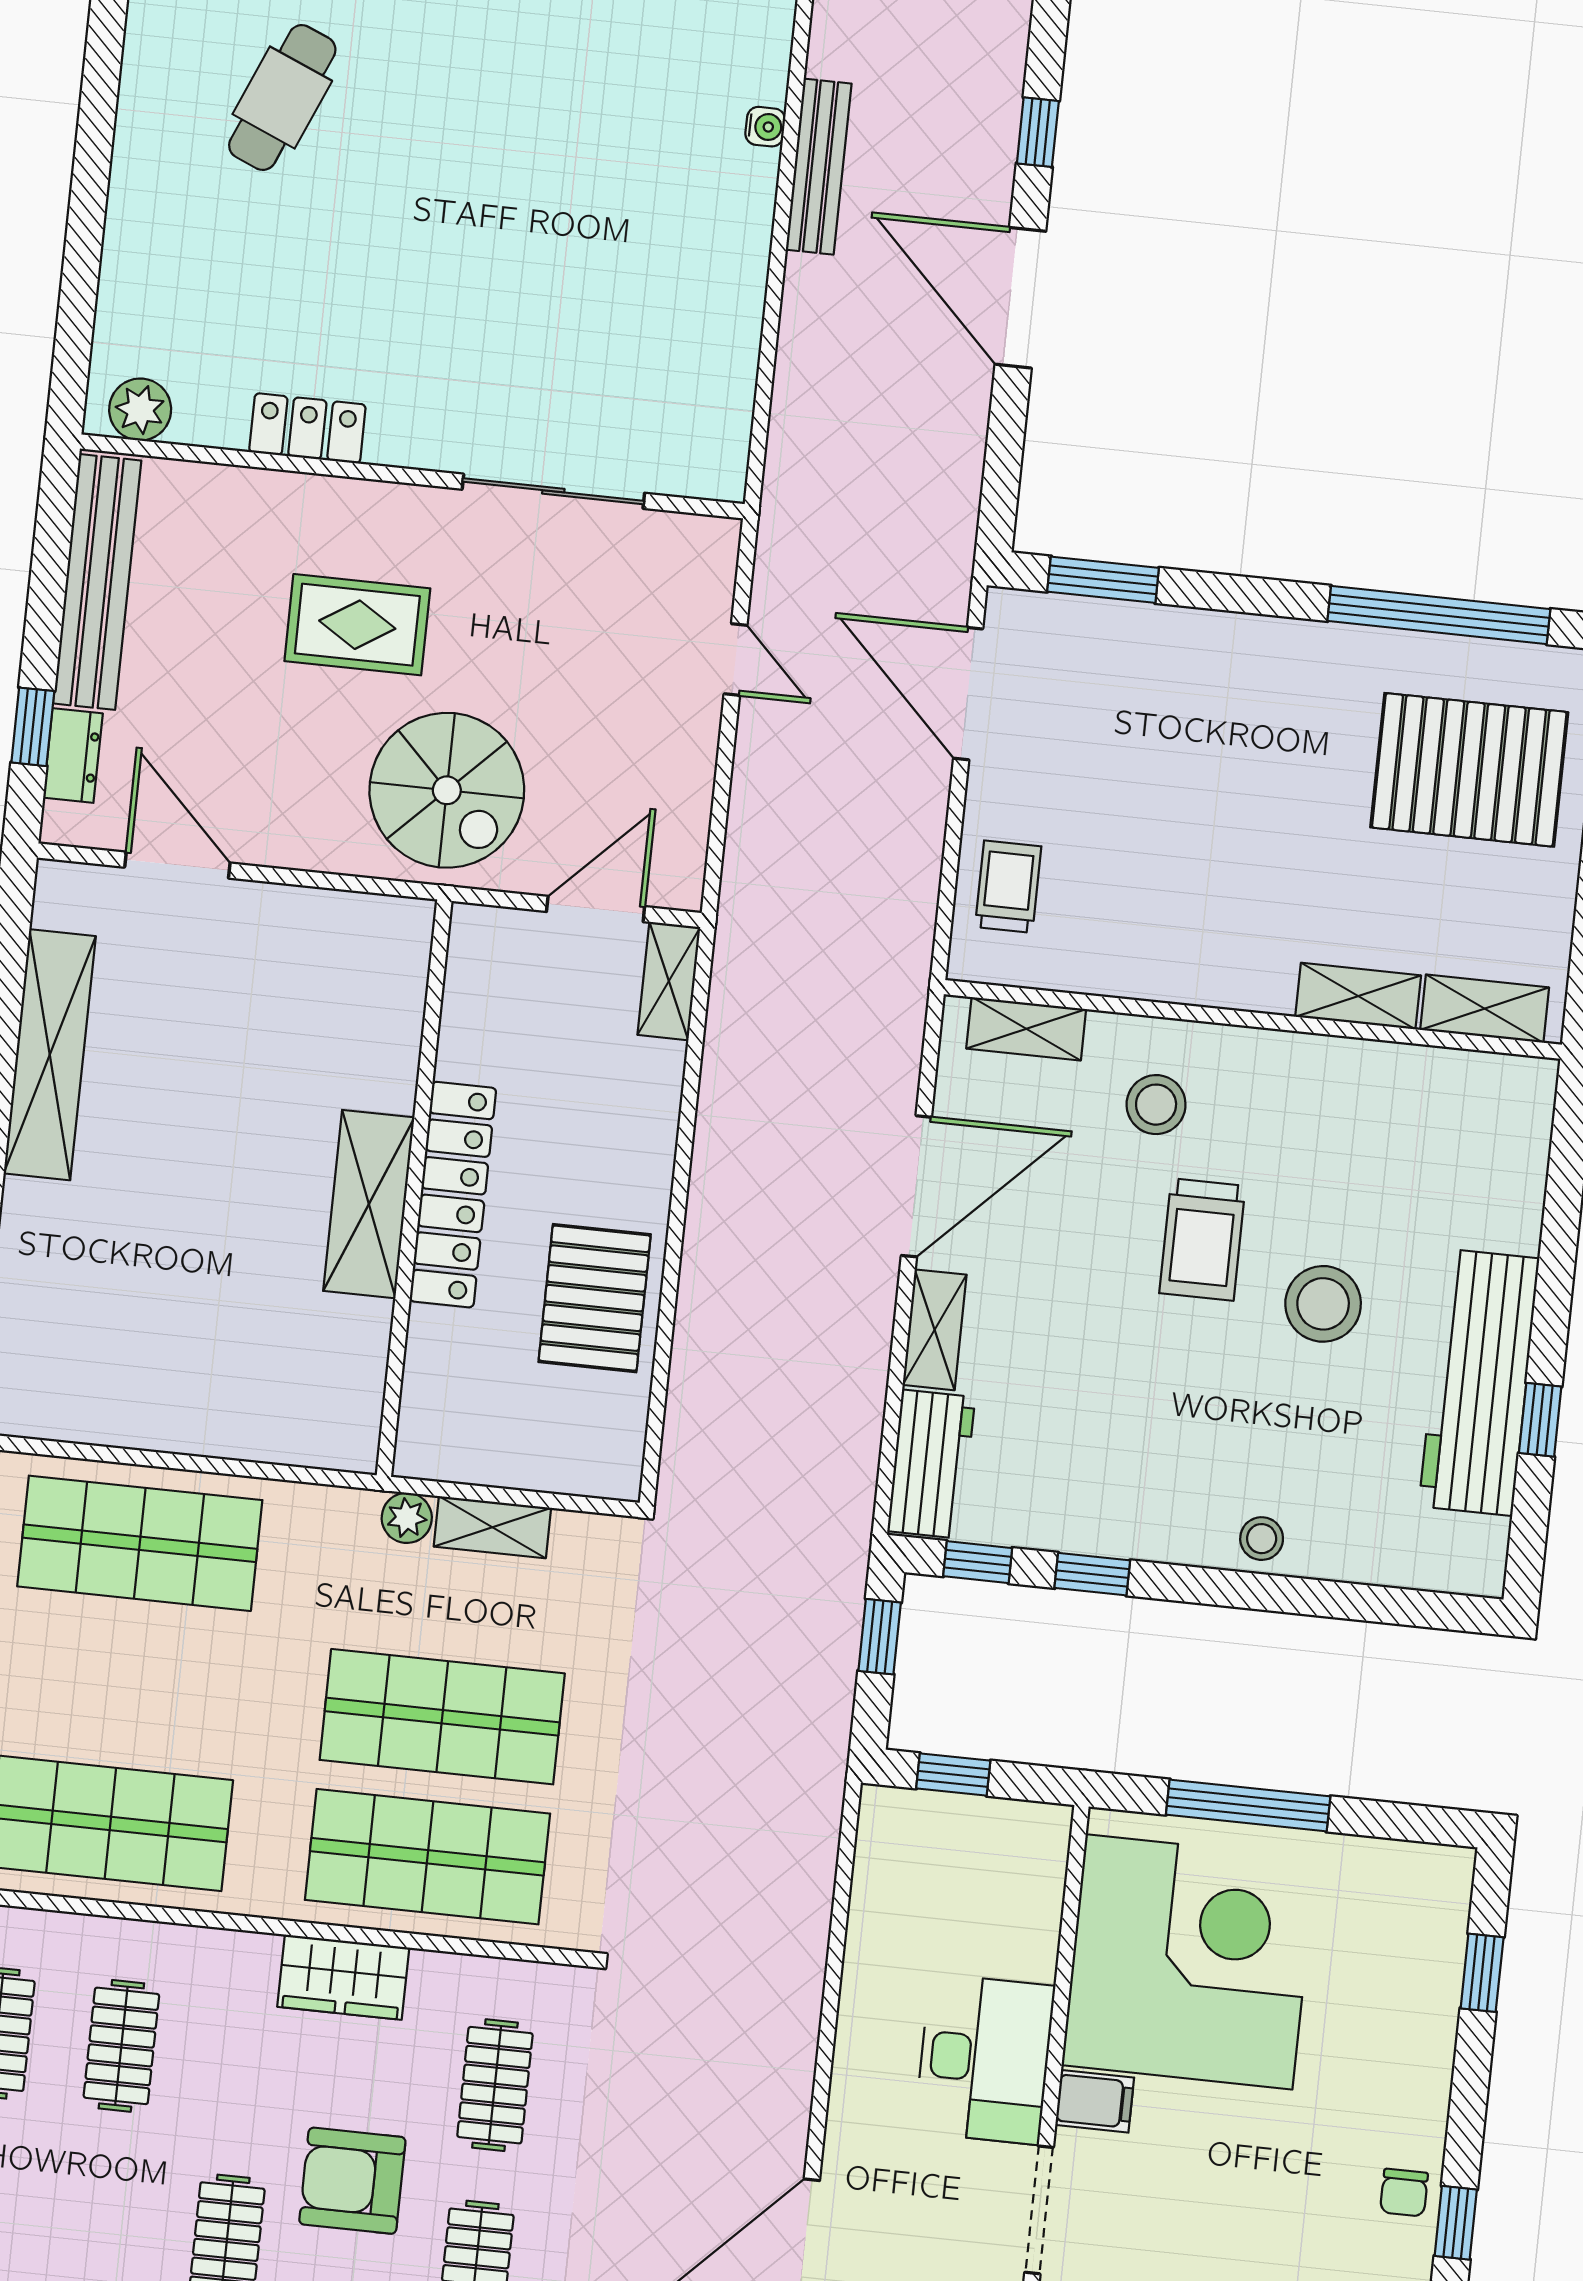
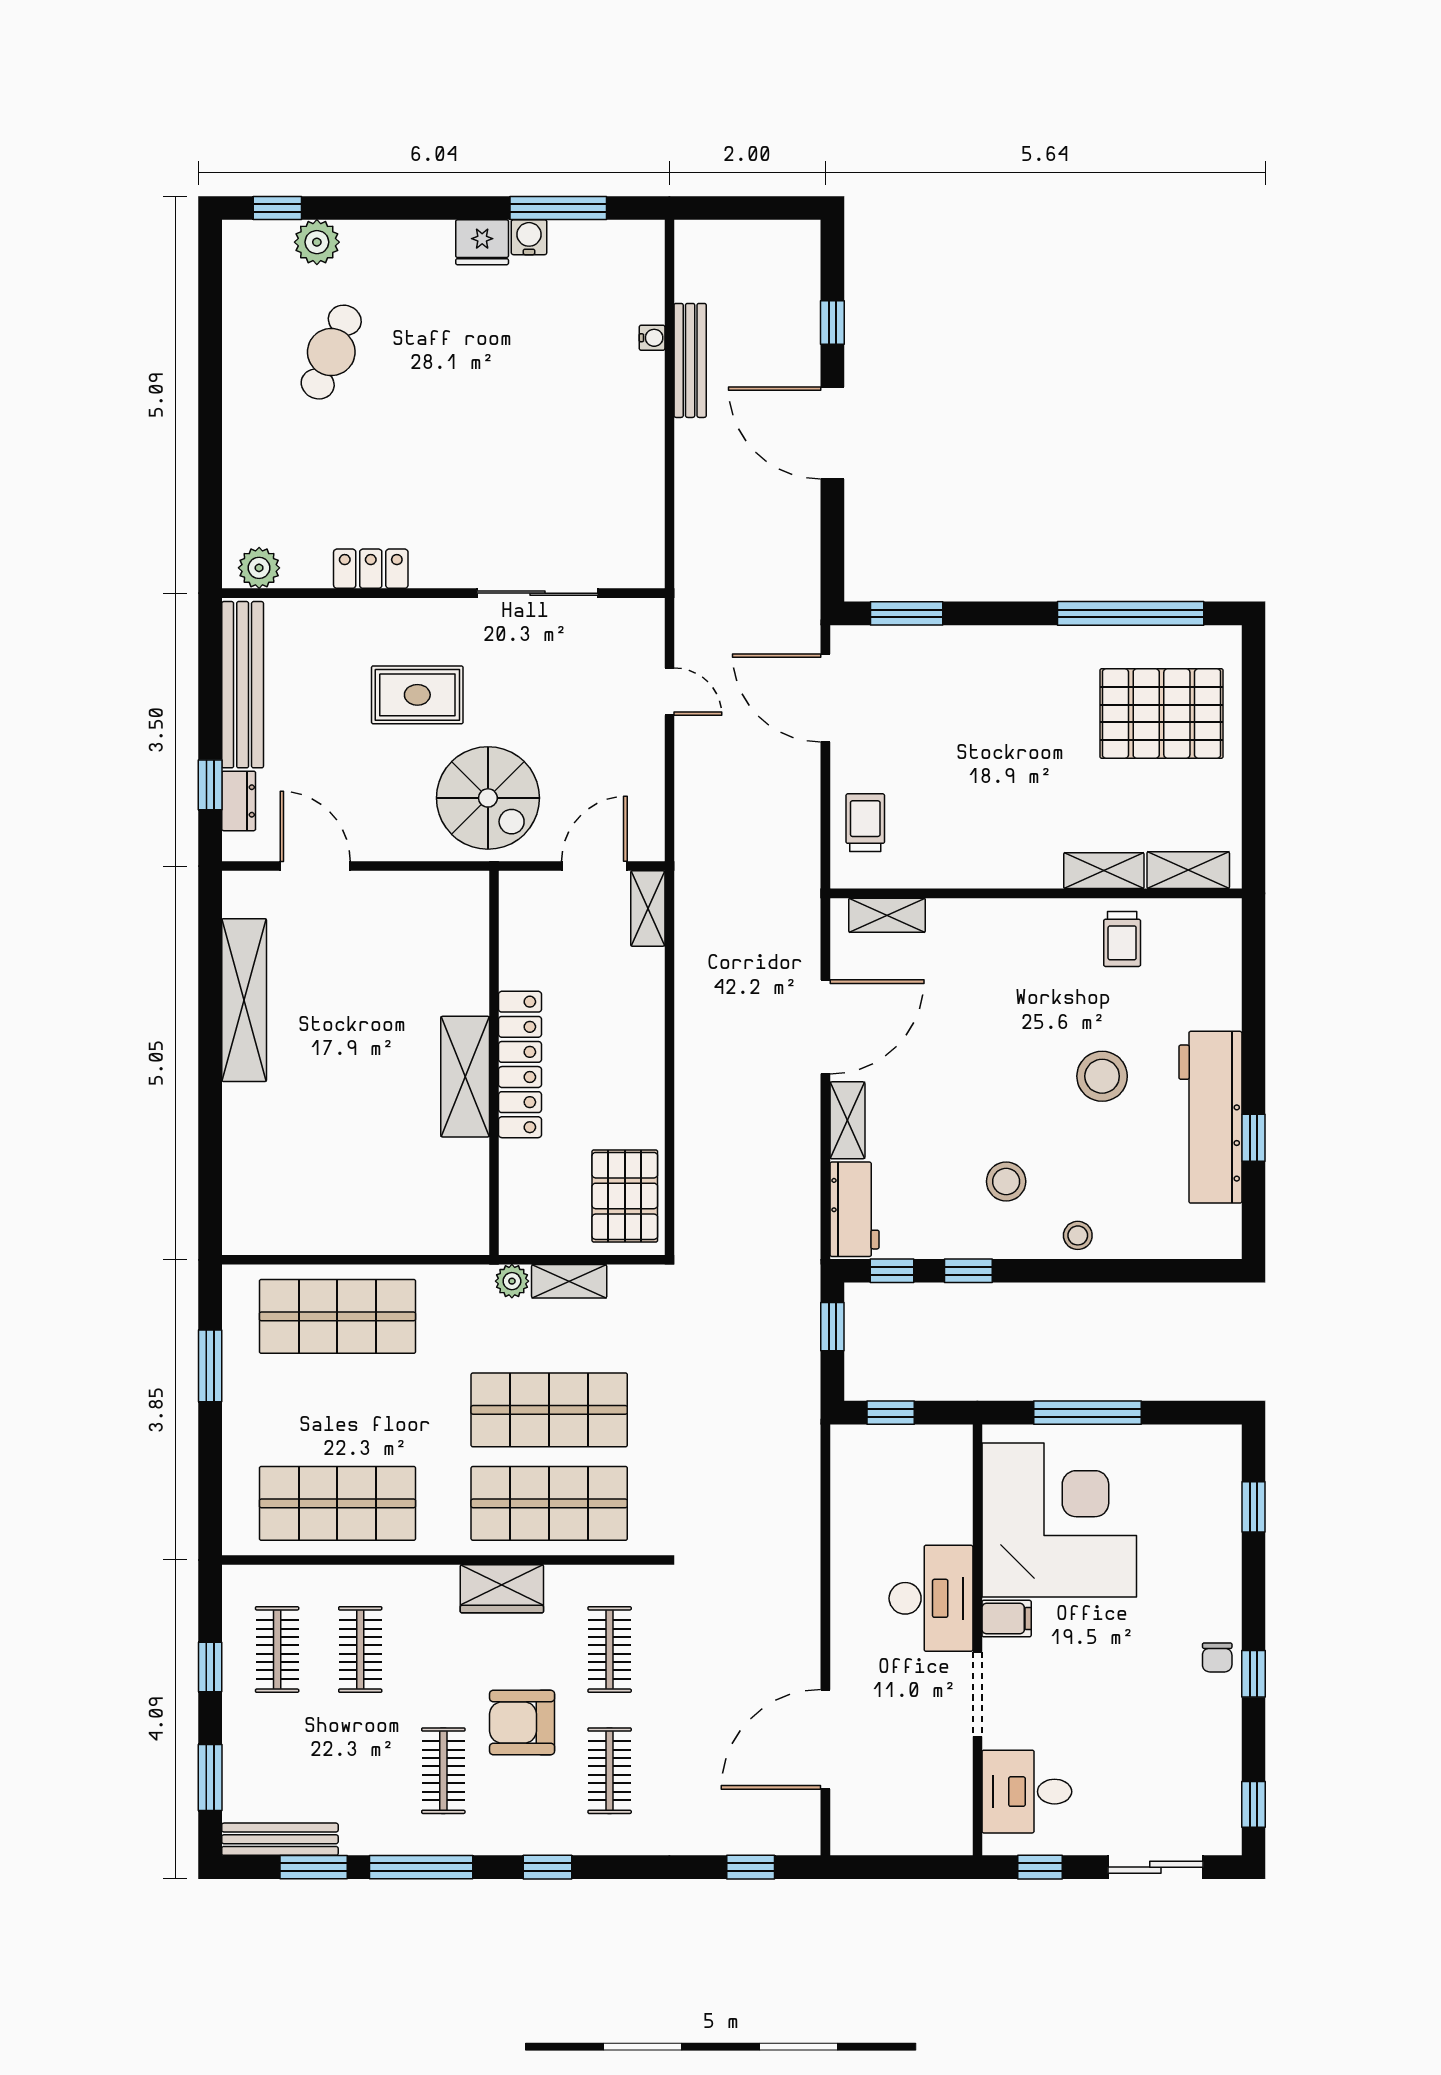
stool: (1156, 1105) -> (1006, 1181), moved
trolley: (1202, 1239) -> (1122, 939), moved, width x0.73, depth x0.72
pallet: (595, 1298) -> (625, 1196), moved

